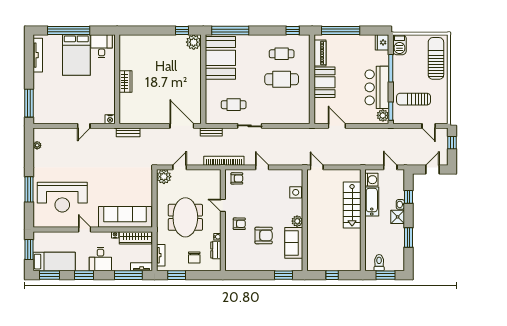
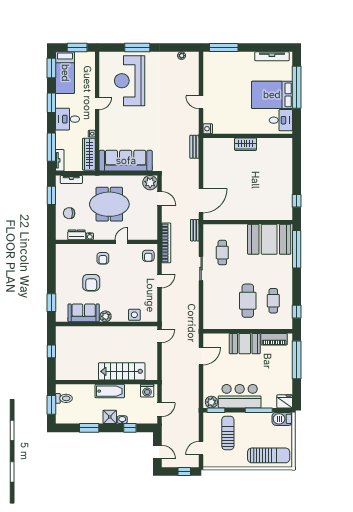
plant: (194, 42) -> (285, 212), removed
bathtub: (372, 202) -> (110, 391), moved
sofa: (125, 217) -> (126, 161), moved, turned -90

